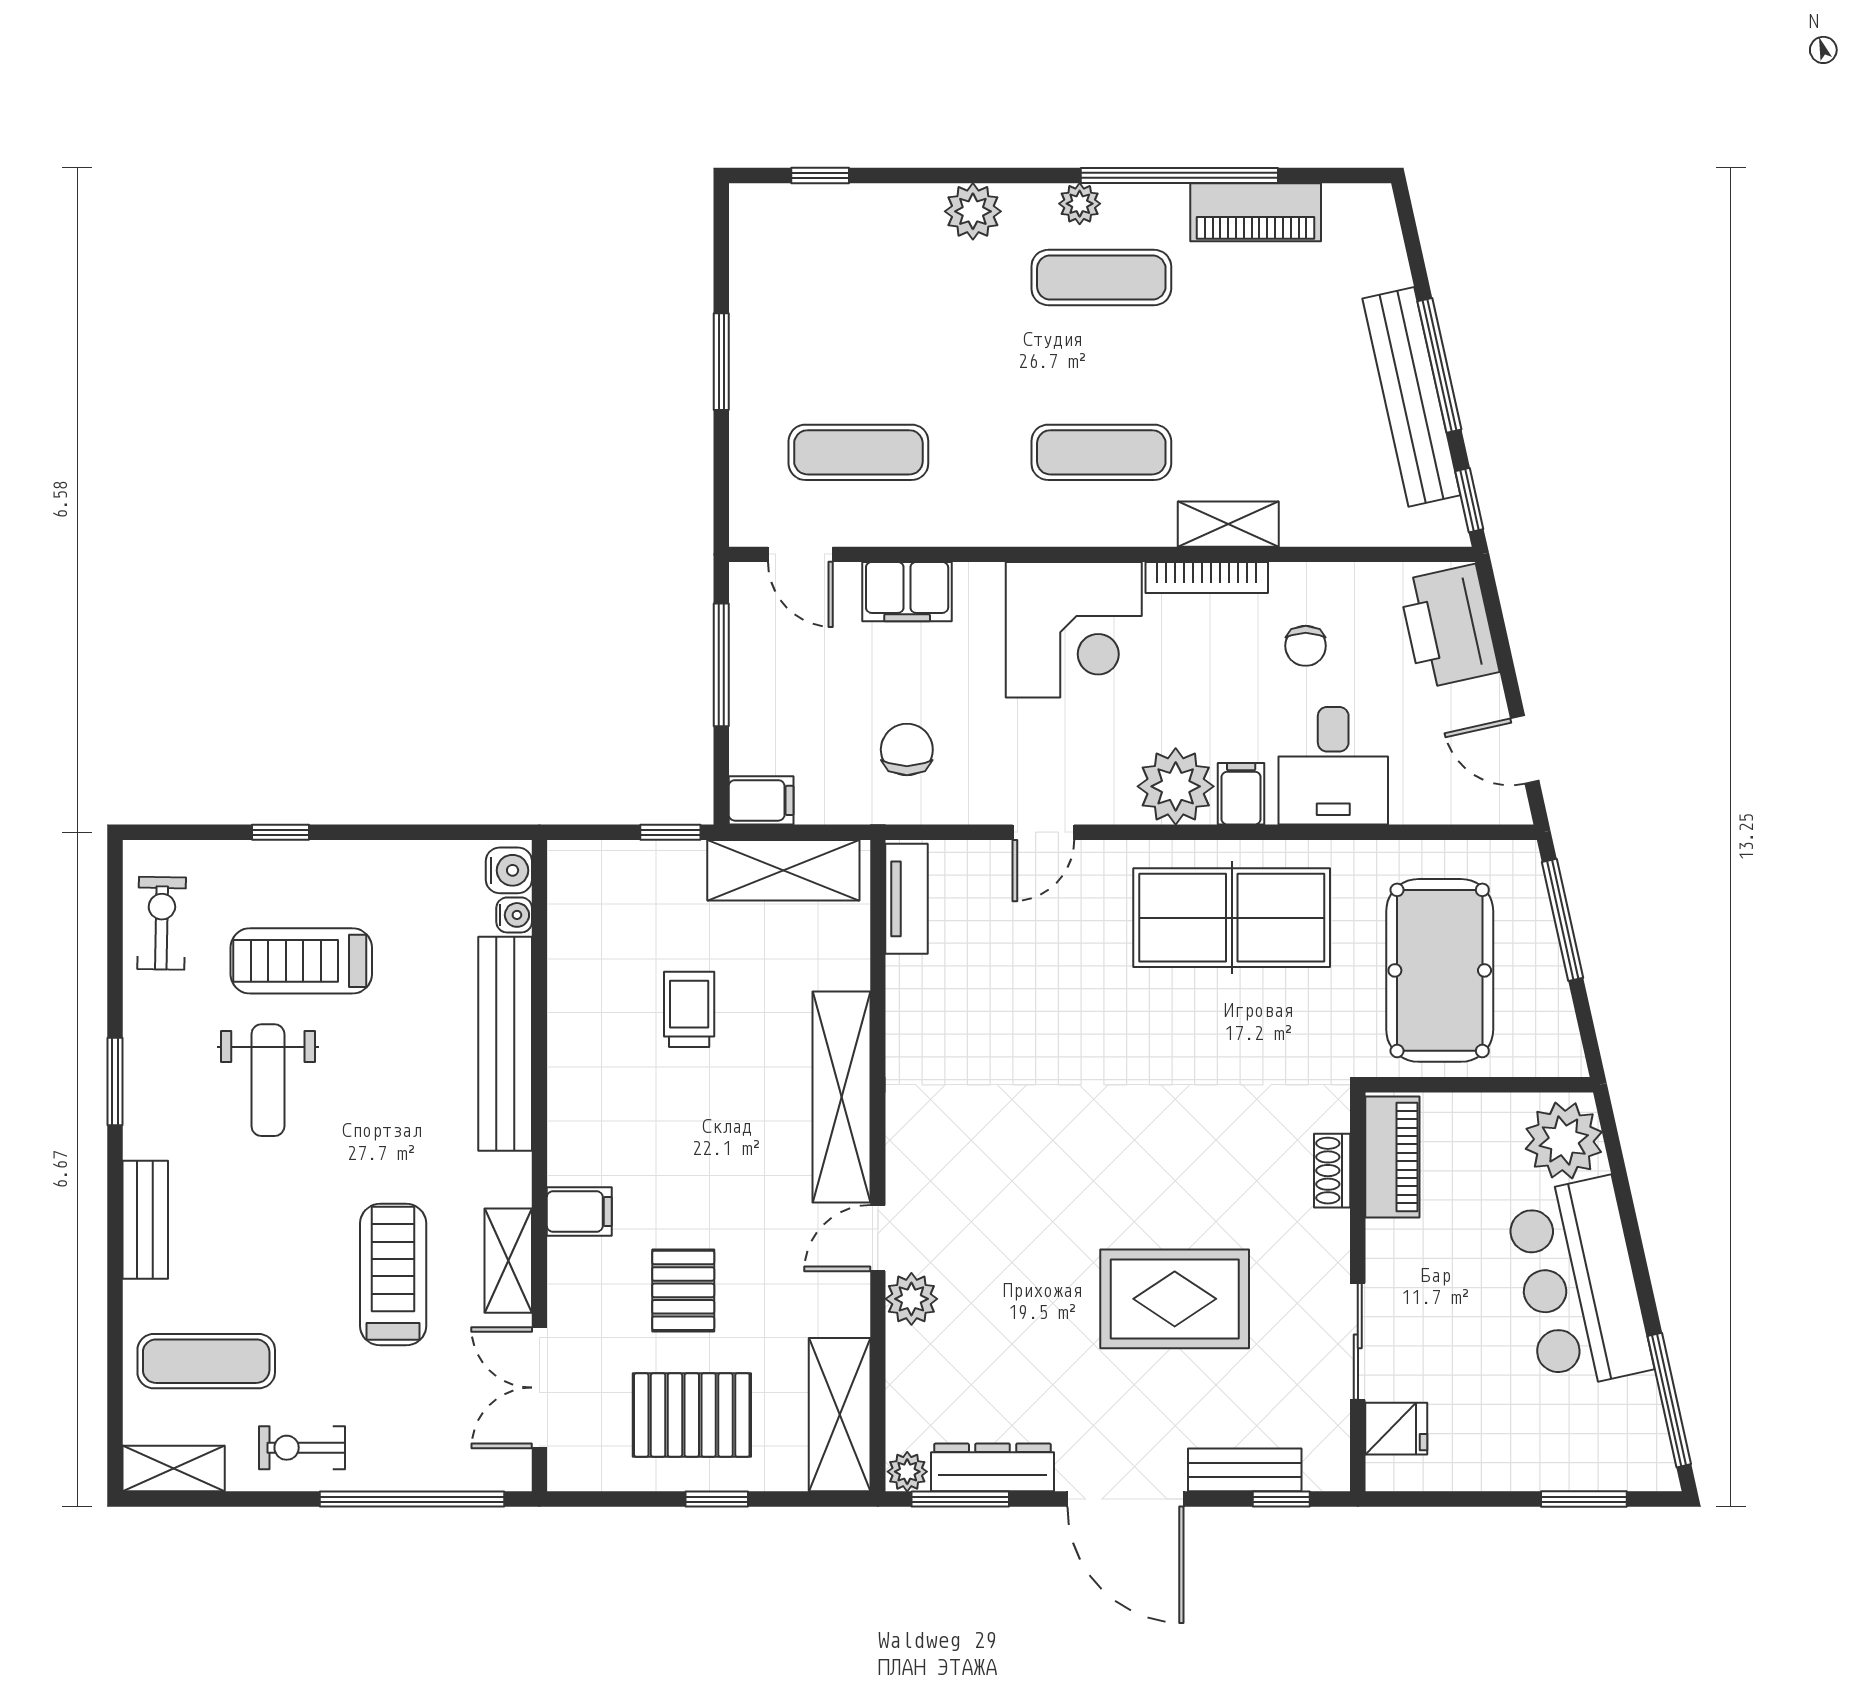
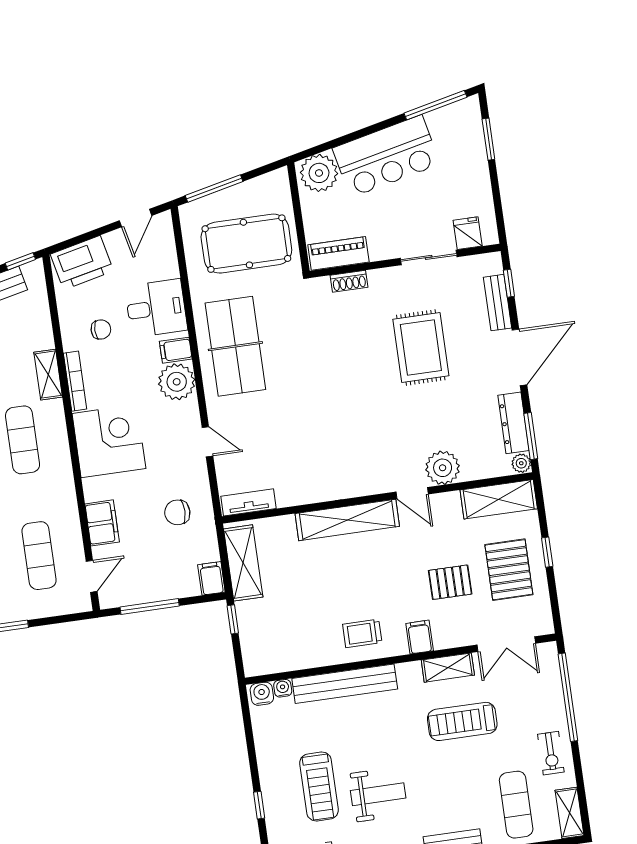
trolley: (689, 1009) -> (362, 633), moved
plant: (911, 1299) -> (443, 468), width x1.36, depth x1.36

